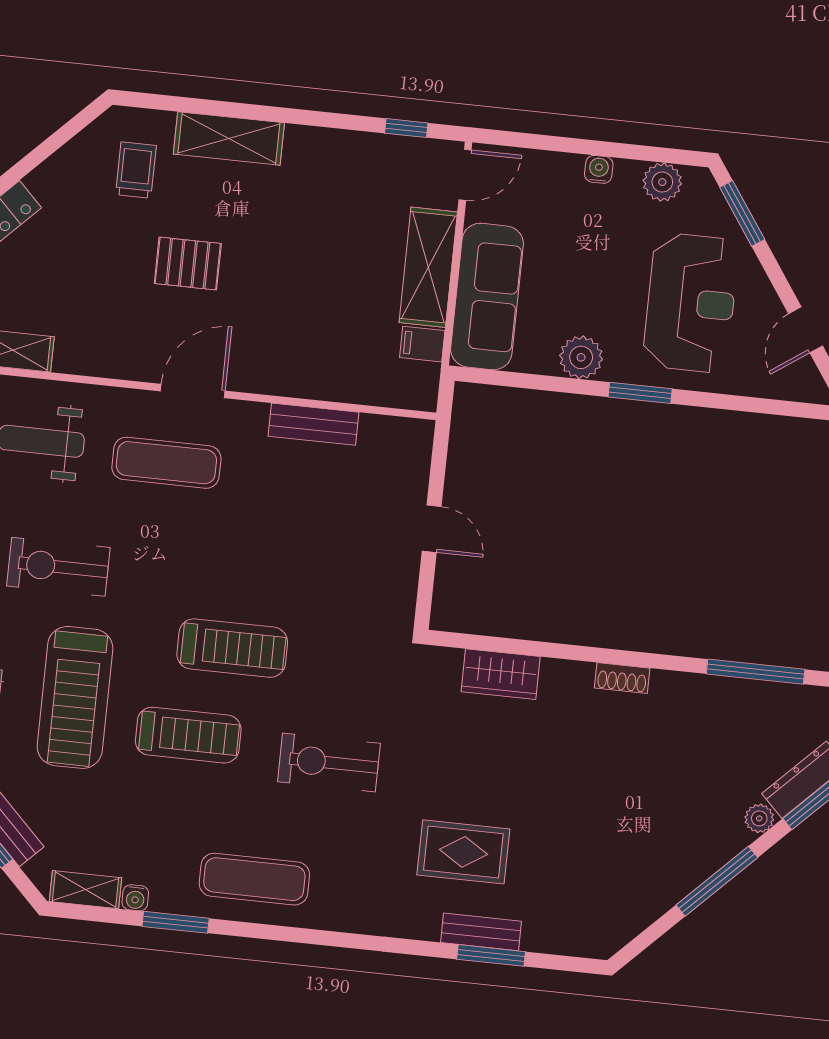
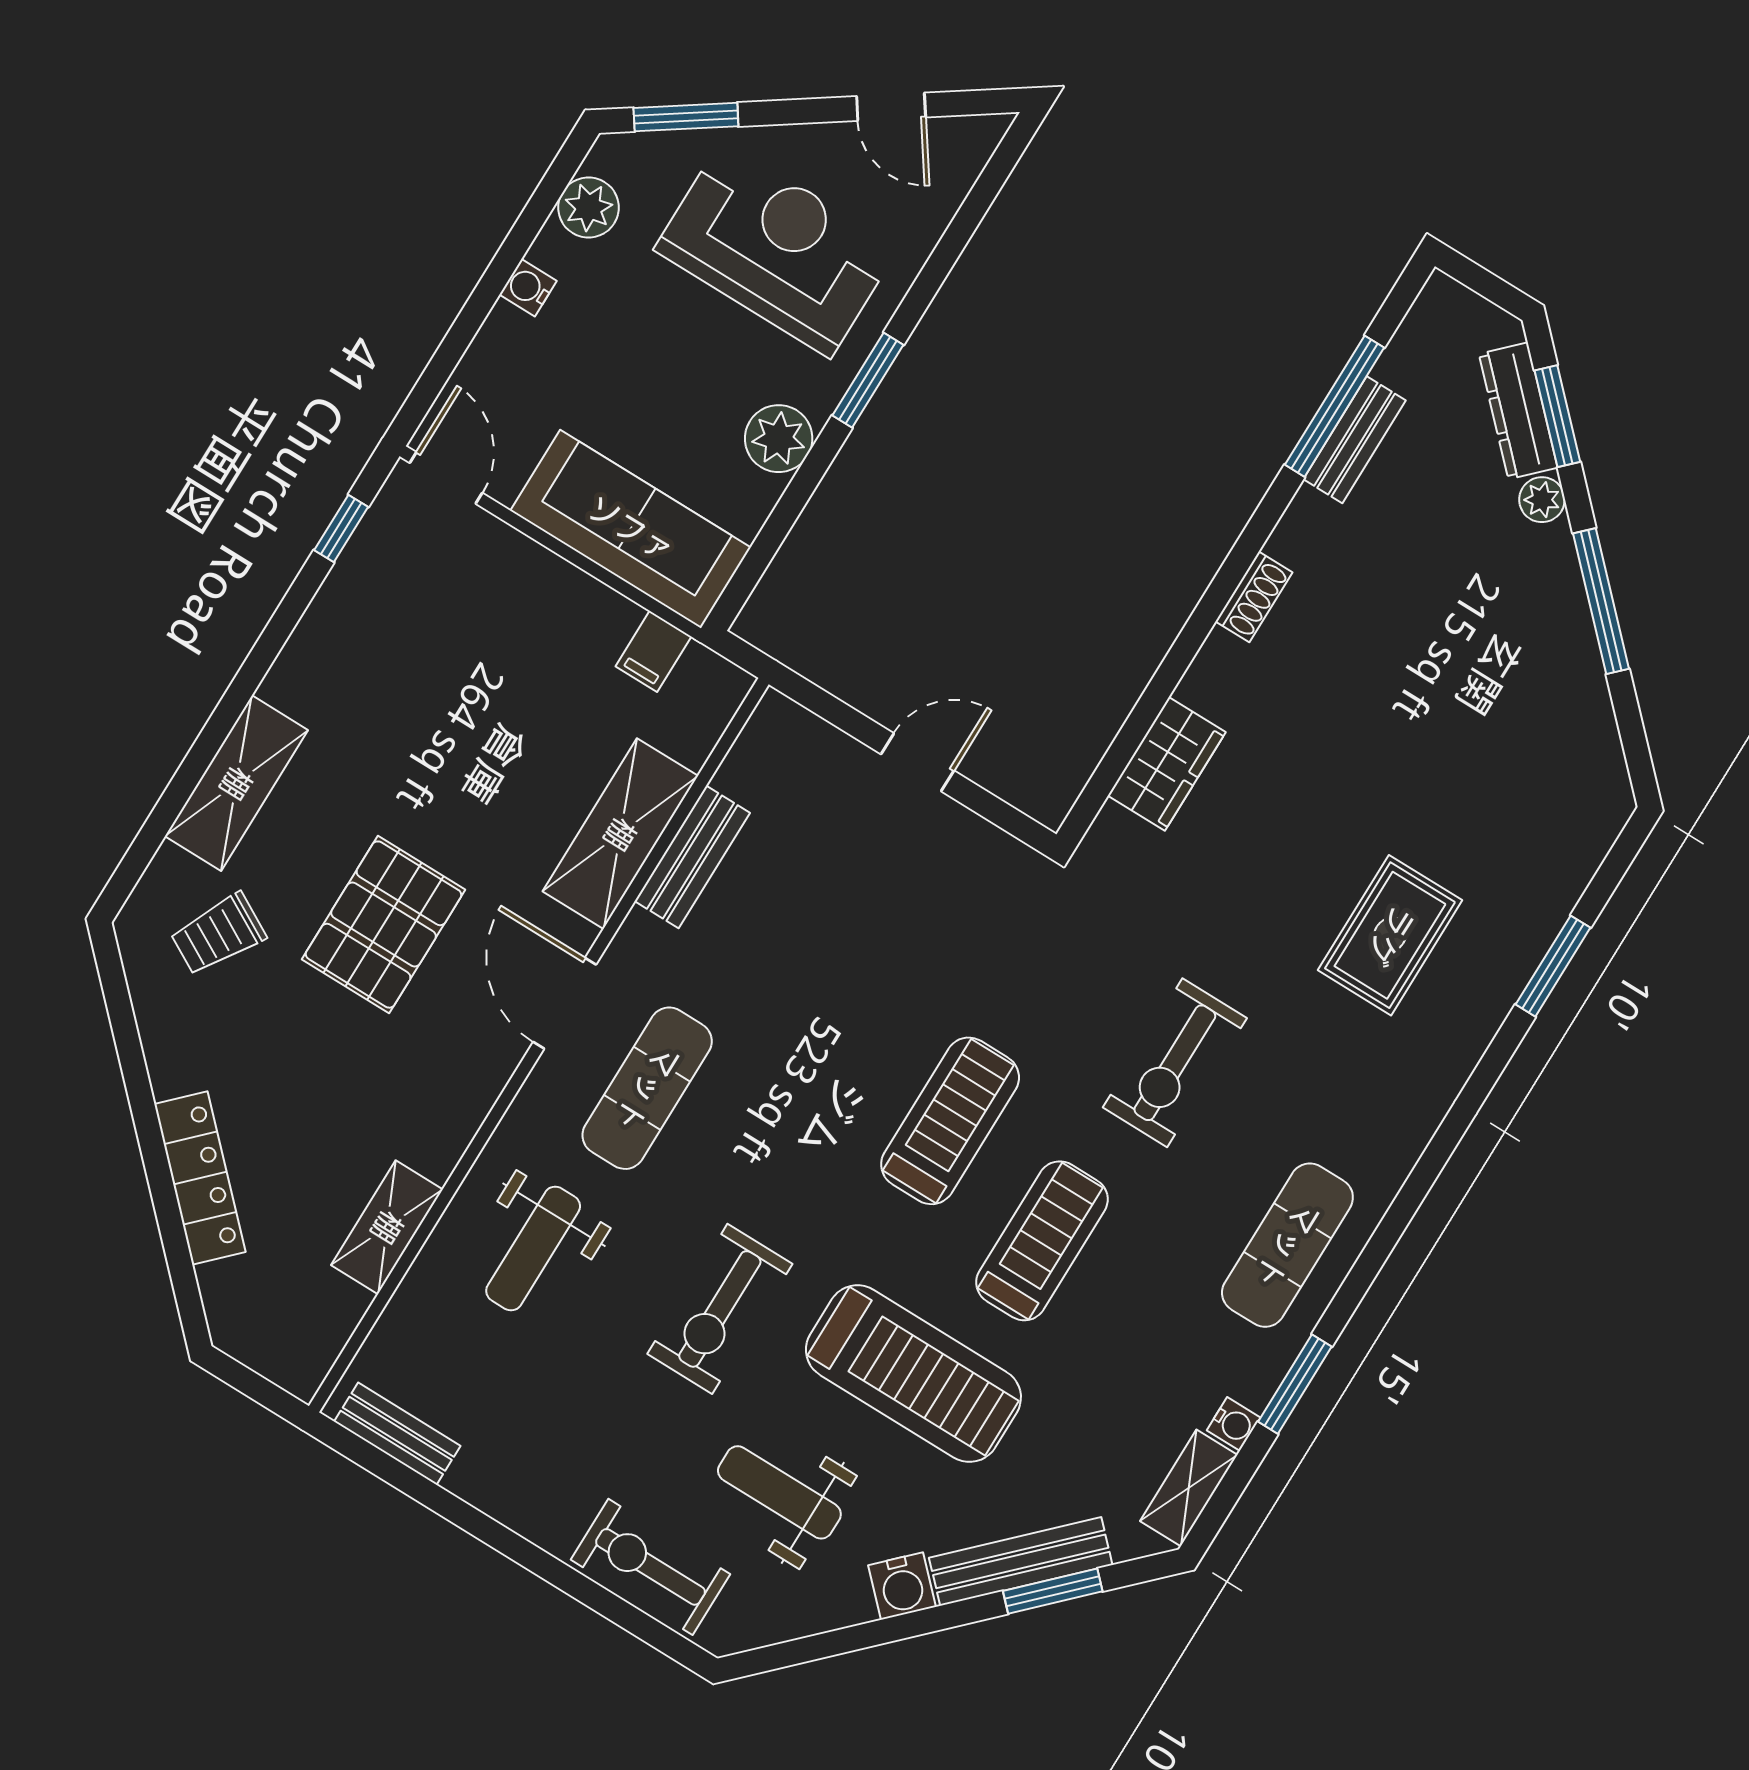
trolley: (136, 170) -> (218, 934), turned -61
pallet: (188, 264) -> (384, 925), width x1.50, depth x1.42
shelving: (428, 267) -> (620, 834), moved, turned 90
bench: (481, 932) -> (1355, 440), moved

